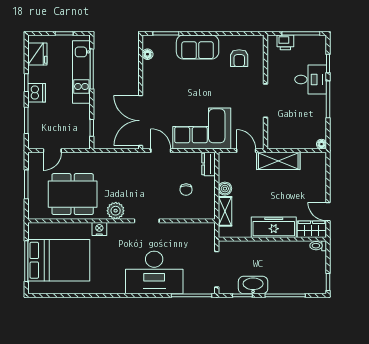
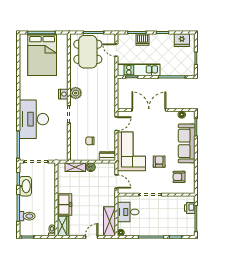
sofa: (198, 47) -> (187, 143), width x1.36
kitchen unit: (81, 72) -> (139, 70), moved
desk: (311, 79) -> (128, 212), moved, turned 90
armchair: (217, 88) -> (159, 162), added
dishwasher: (37, 93) -> (142, 40), moved
double door: (141, 121) -> (149, 110), moved
door: (246, 151) -> (116, 181), hinge flipped
shelving: (278, 161) -> (109, 221), moved
dining table: (73, 194) -> (88, 52), moved
door: (328, 212) -> (92, 237), moved
freezer: (274, 227) -> (65, 205), width x0.71
nightstand: (99, 229) -> (63, 94), moved
toilet: (297, 282) -> (27, 216), added

